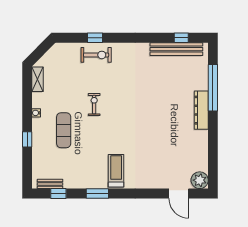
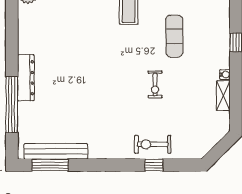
window: (181, 38) -> (50, 165), width x2.17
shelving: (38, 79) -> (223, 96), moved
exercise mat: (64, 130) -> (174, 36), moved

